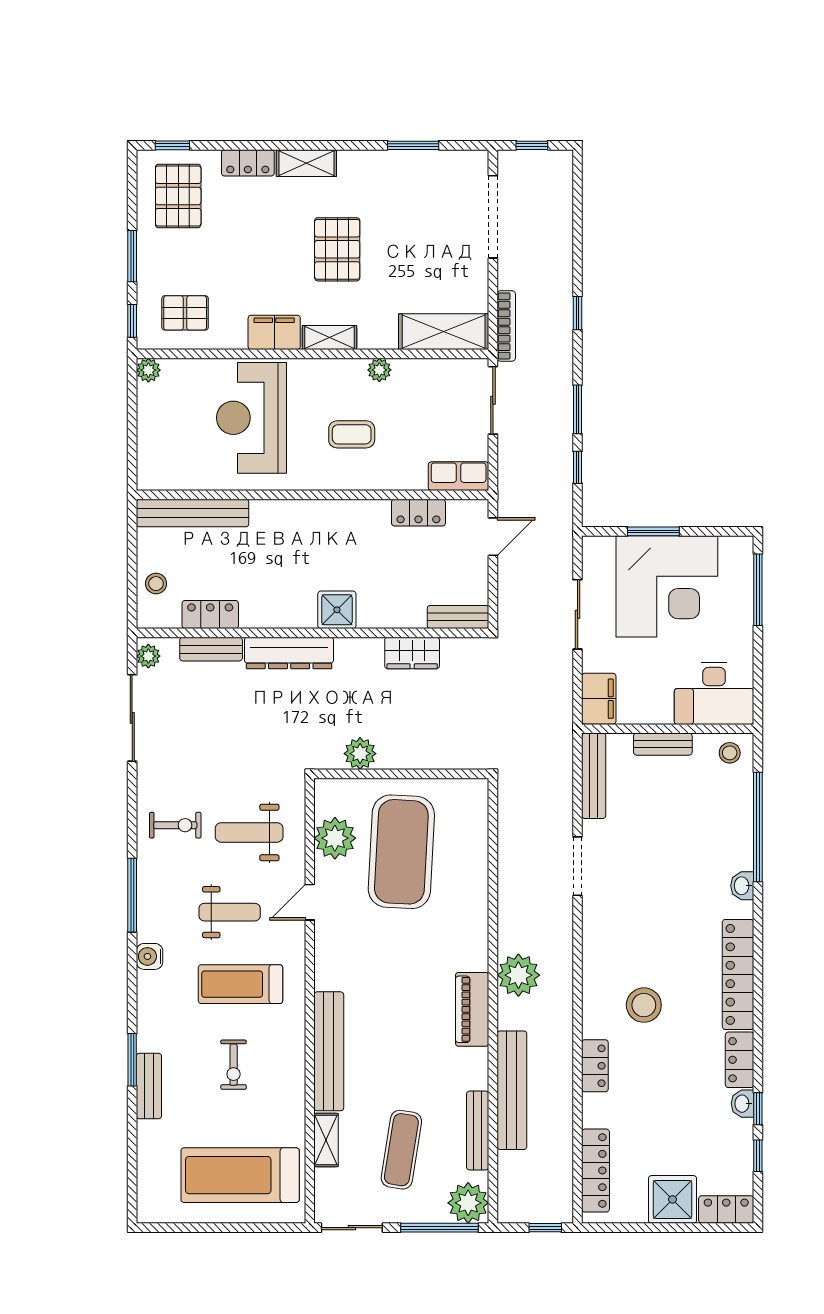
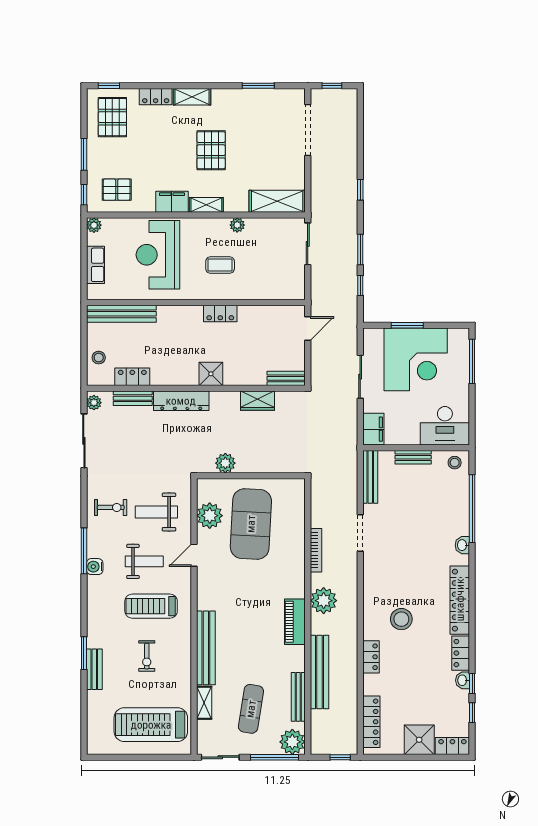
bookcase: (506, 326) -> (316, 550), moved
row of seats: (459, 476) -> (95, 265), moved, turned 90
locker: (418, 513) -> (220, 314), moved
water cooler: (150, 956) -> (95, 567), moved

